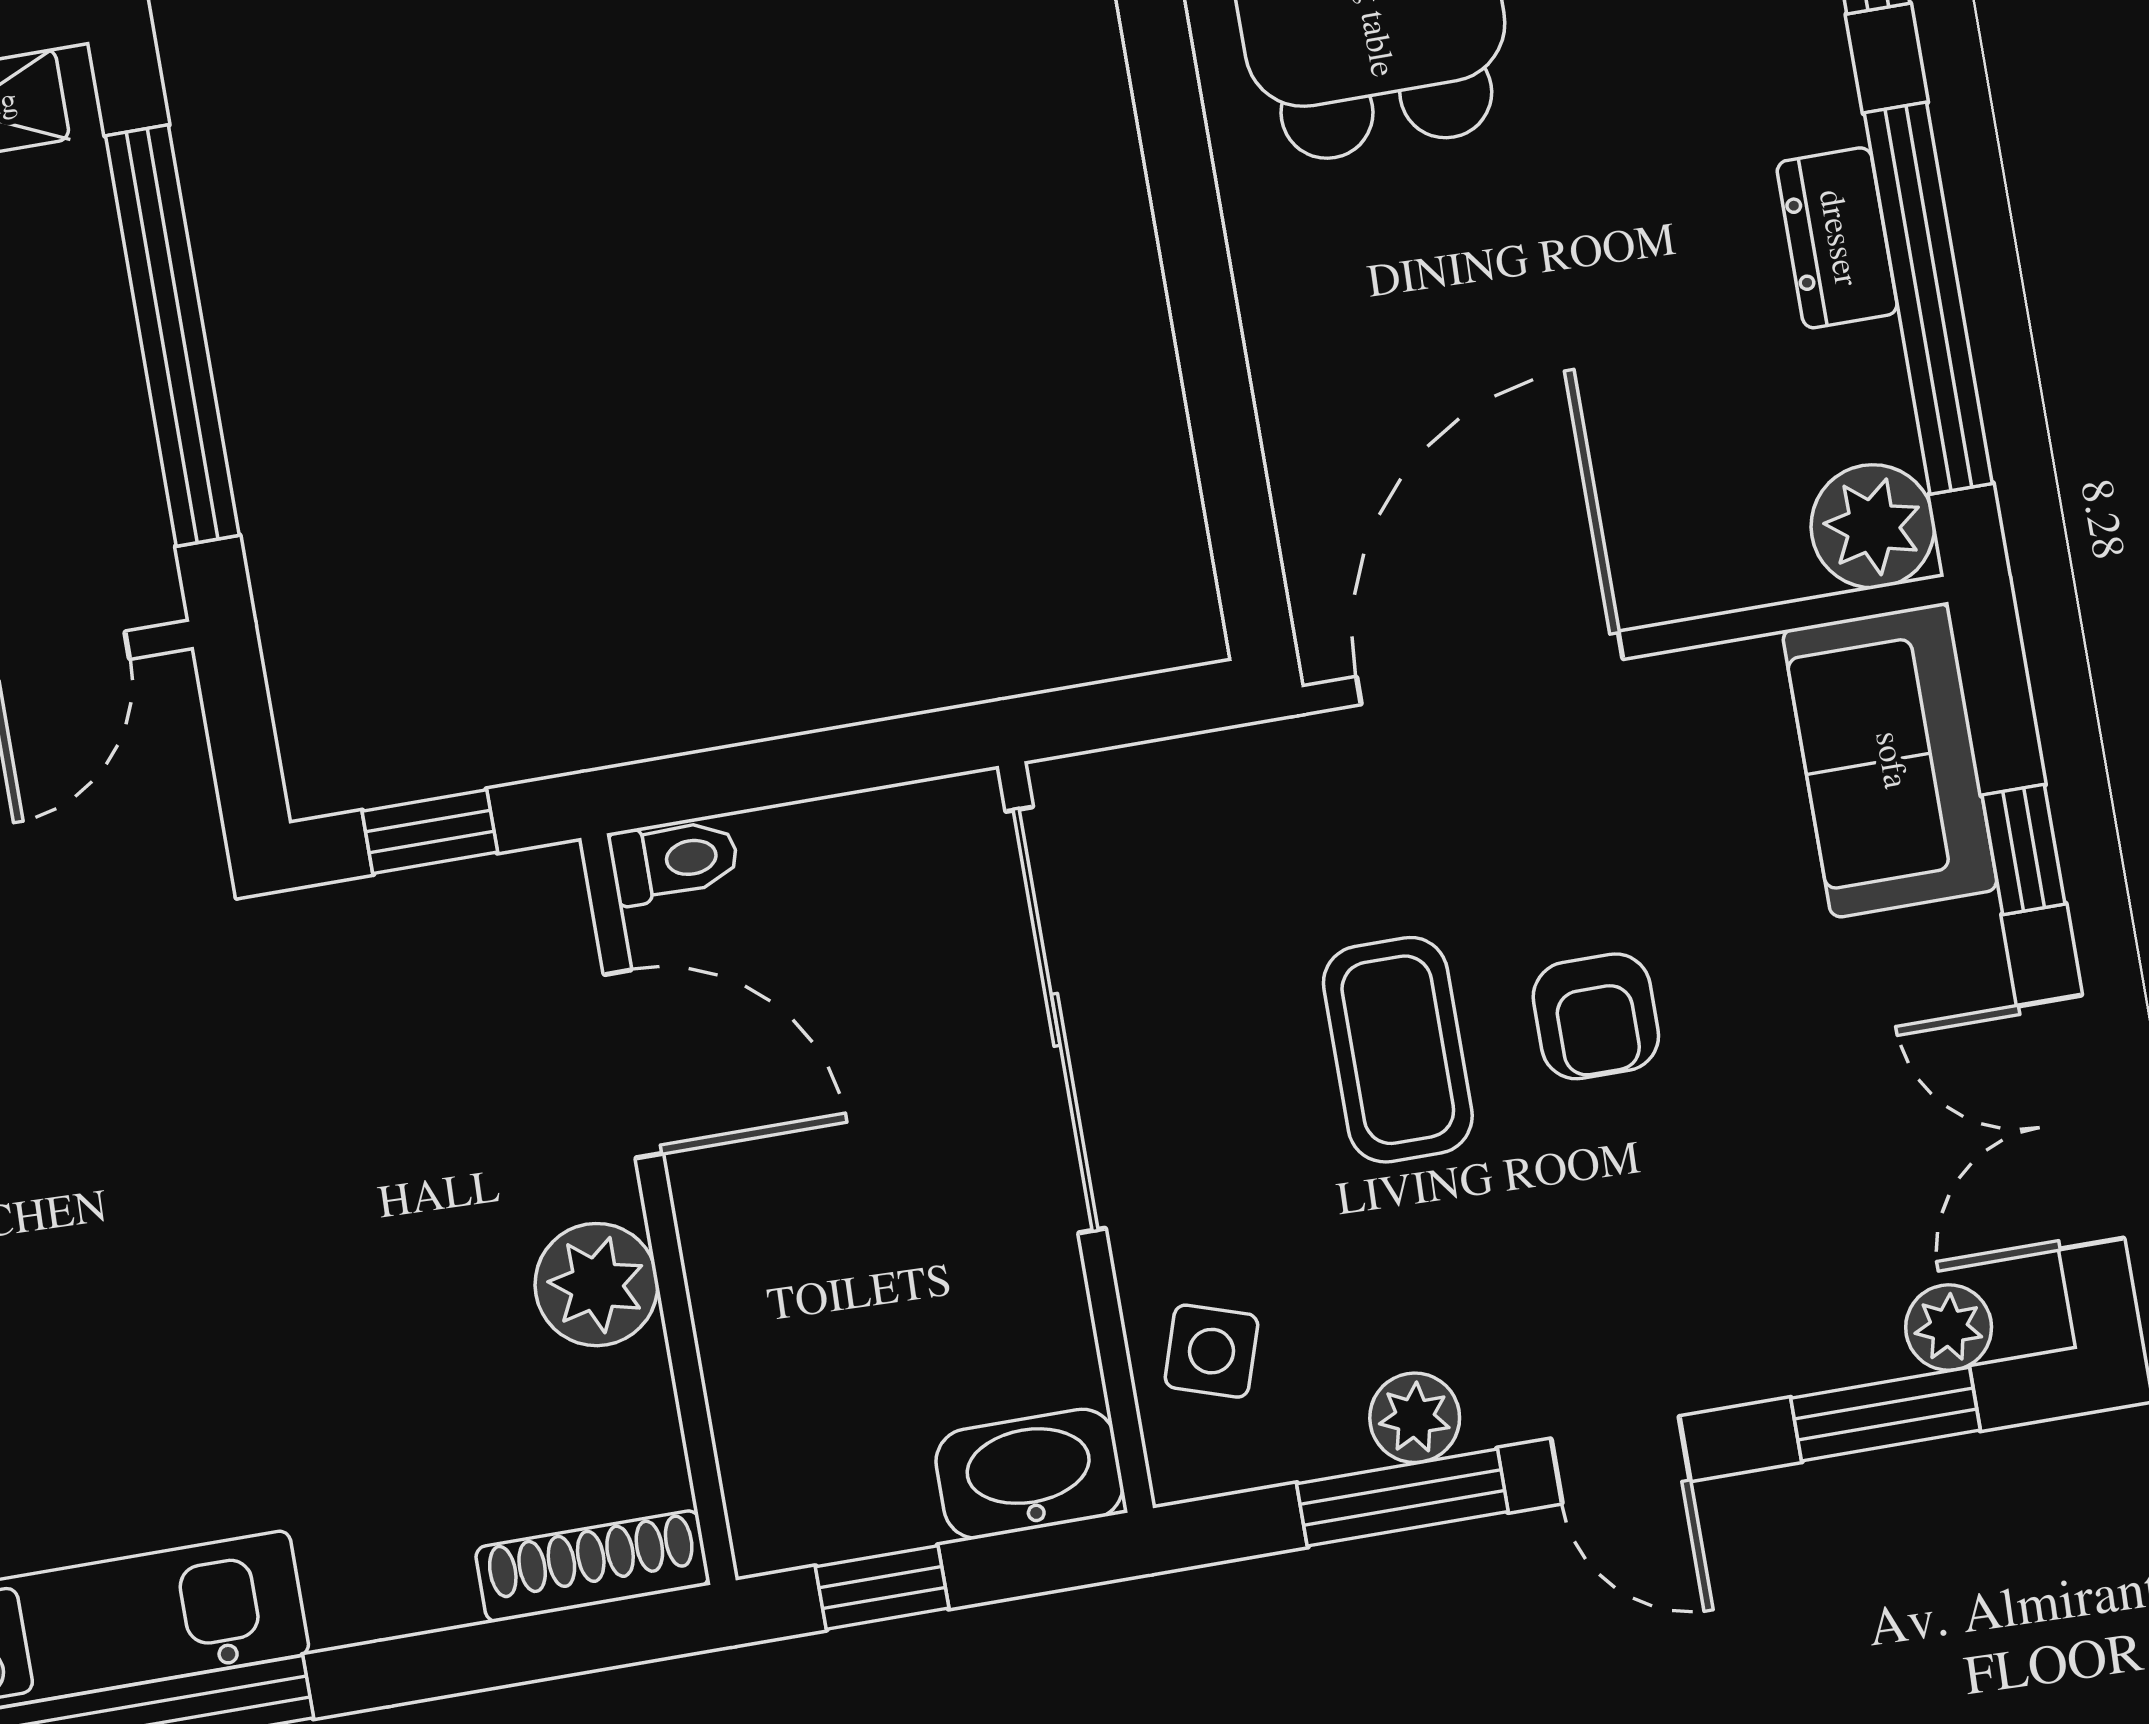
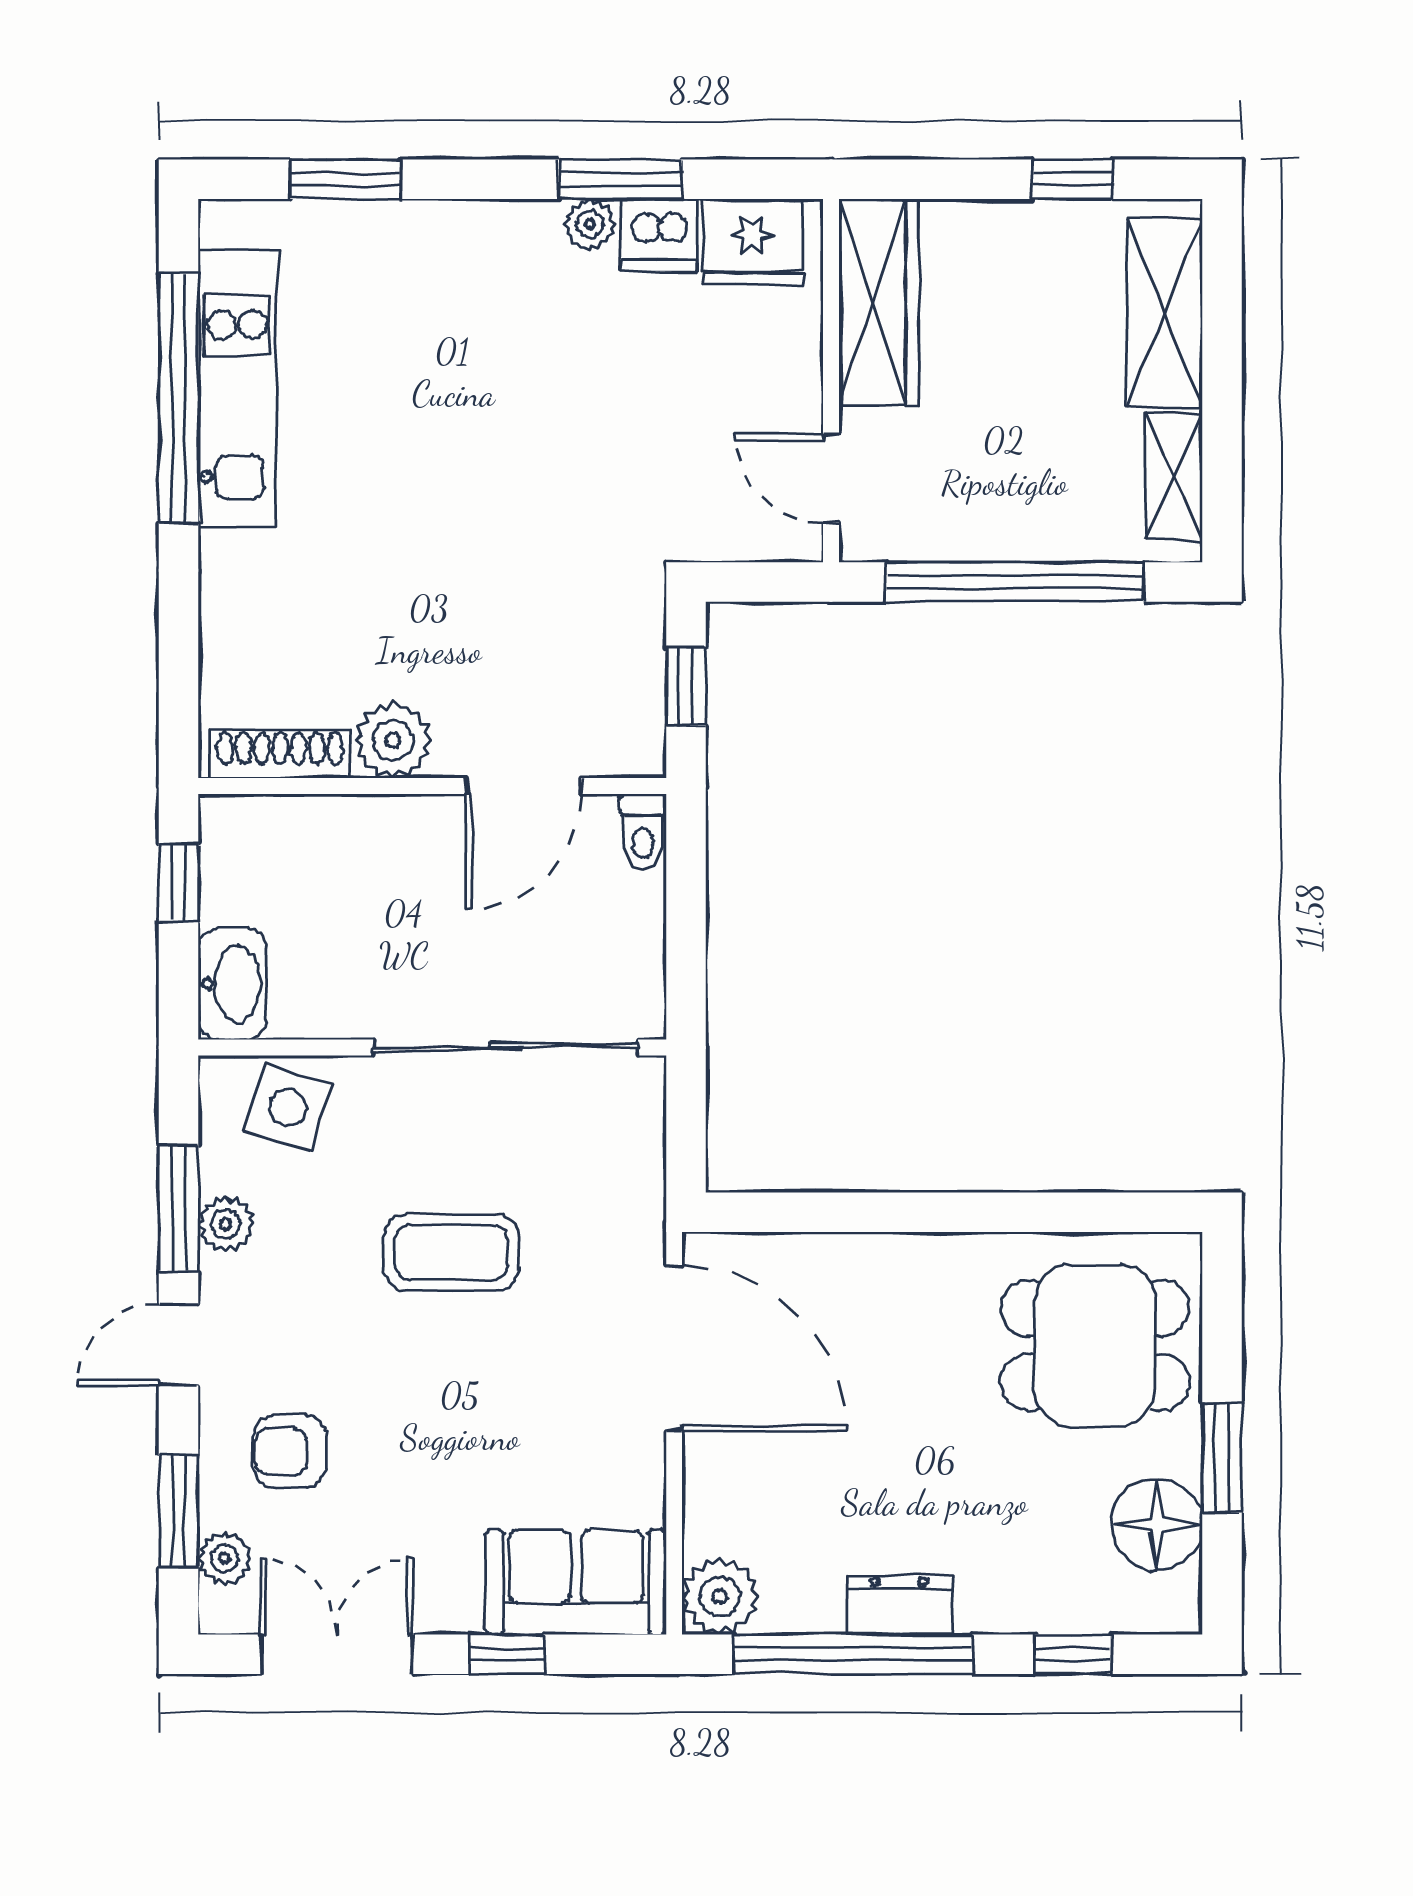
armchair: (1596, 1016) -> (290, 1452), moved
side table: (1211, 1351) -> (288, 1107), width x1.37, depth x1.37
shoe rack: (592, 1566) -> (280, 754), moved, turned -90

